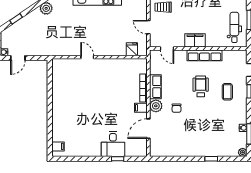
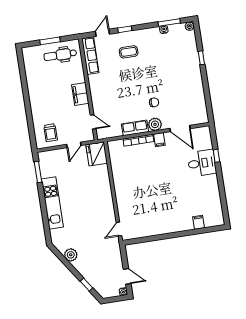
door: (167, 48) -> (93, 122), hinge flipped
fridge: (132, 49) -> (97, 154), width x1.88, depth x1.34
row of seats: (204, 55) -> (90, 56), moved
door: (87, 57) -> (119, 229), moved
wheelchair: (201, 86) -> (127, 81), removed
filing cabinet: (58, 146) -> (198, 222), moved

